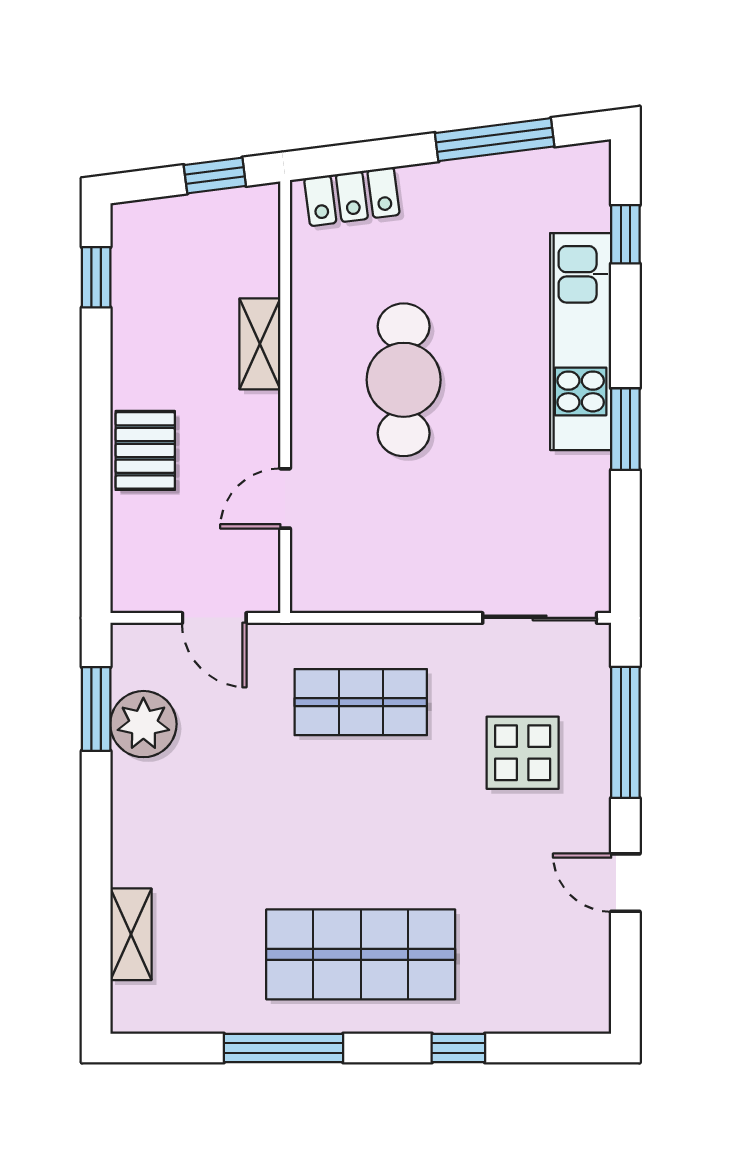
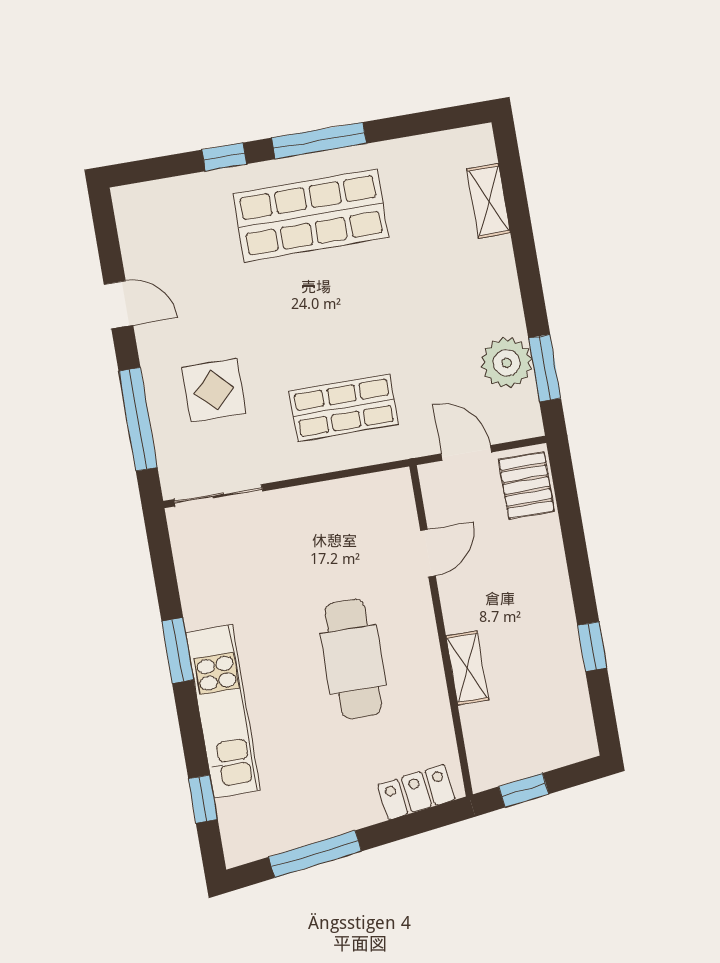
window: (96, 277) -> (592, 646), moved
pallet: (145, 450) -> (526, 485), moved
window: (283, 1048) -> (319, 141), moved

